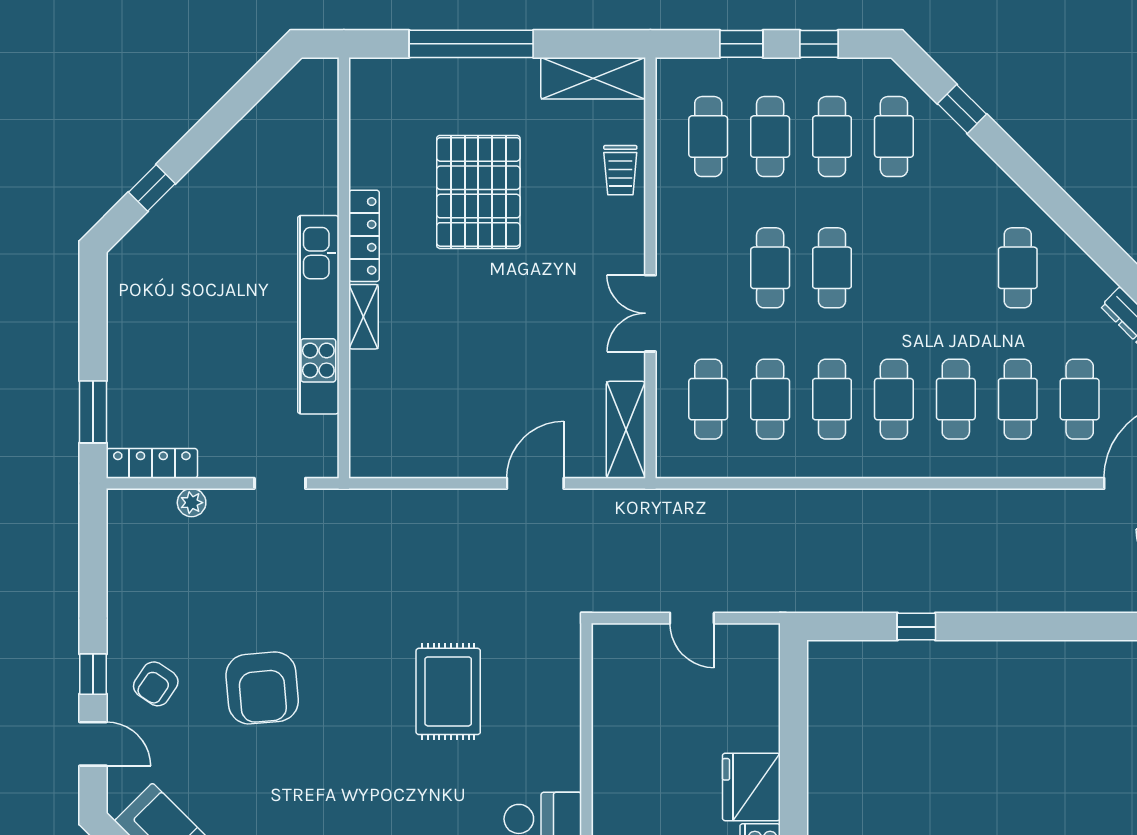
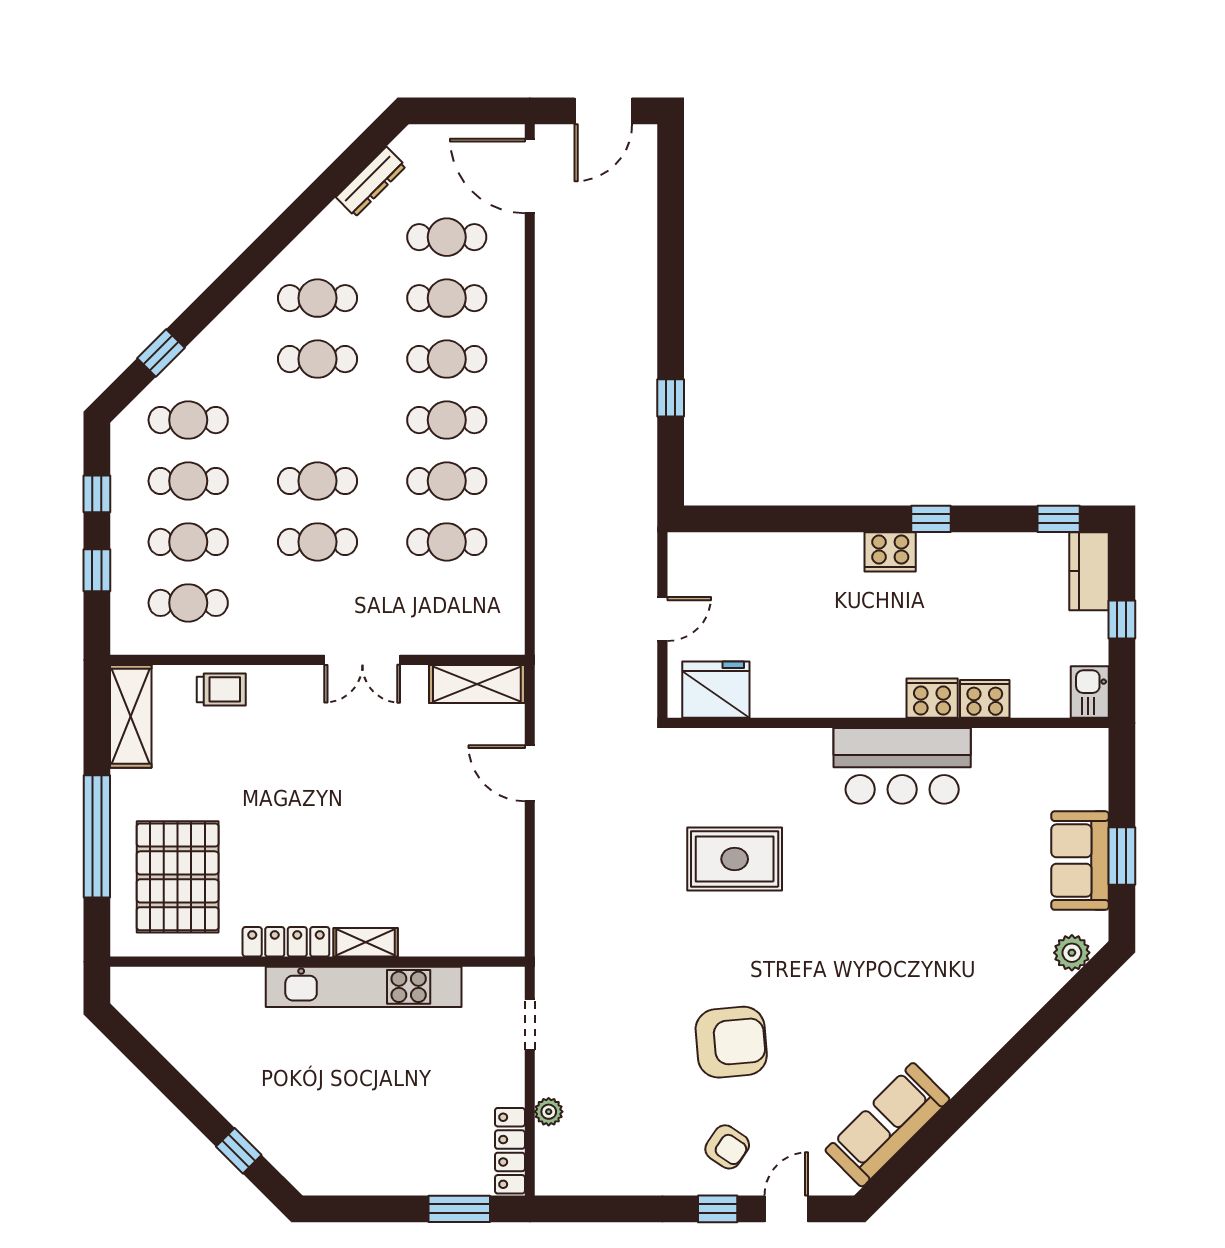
pallet: (478, 192) -> (178, 877), moved, turned 90
cafe table: (708, 399) -> (317, 359), moved
fridge: (751, 787) -> (716, 690), moved, turned 180

